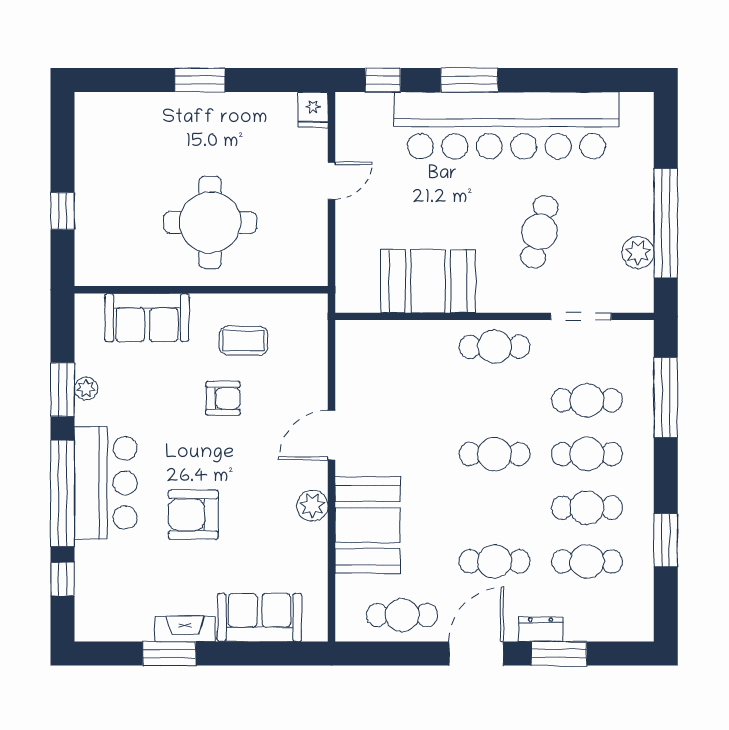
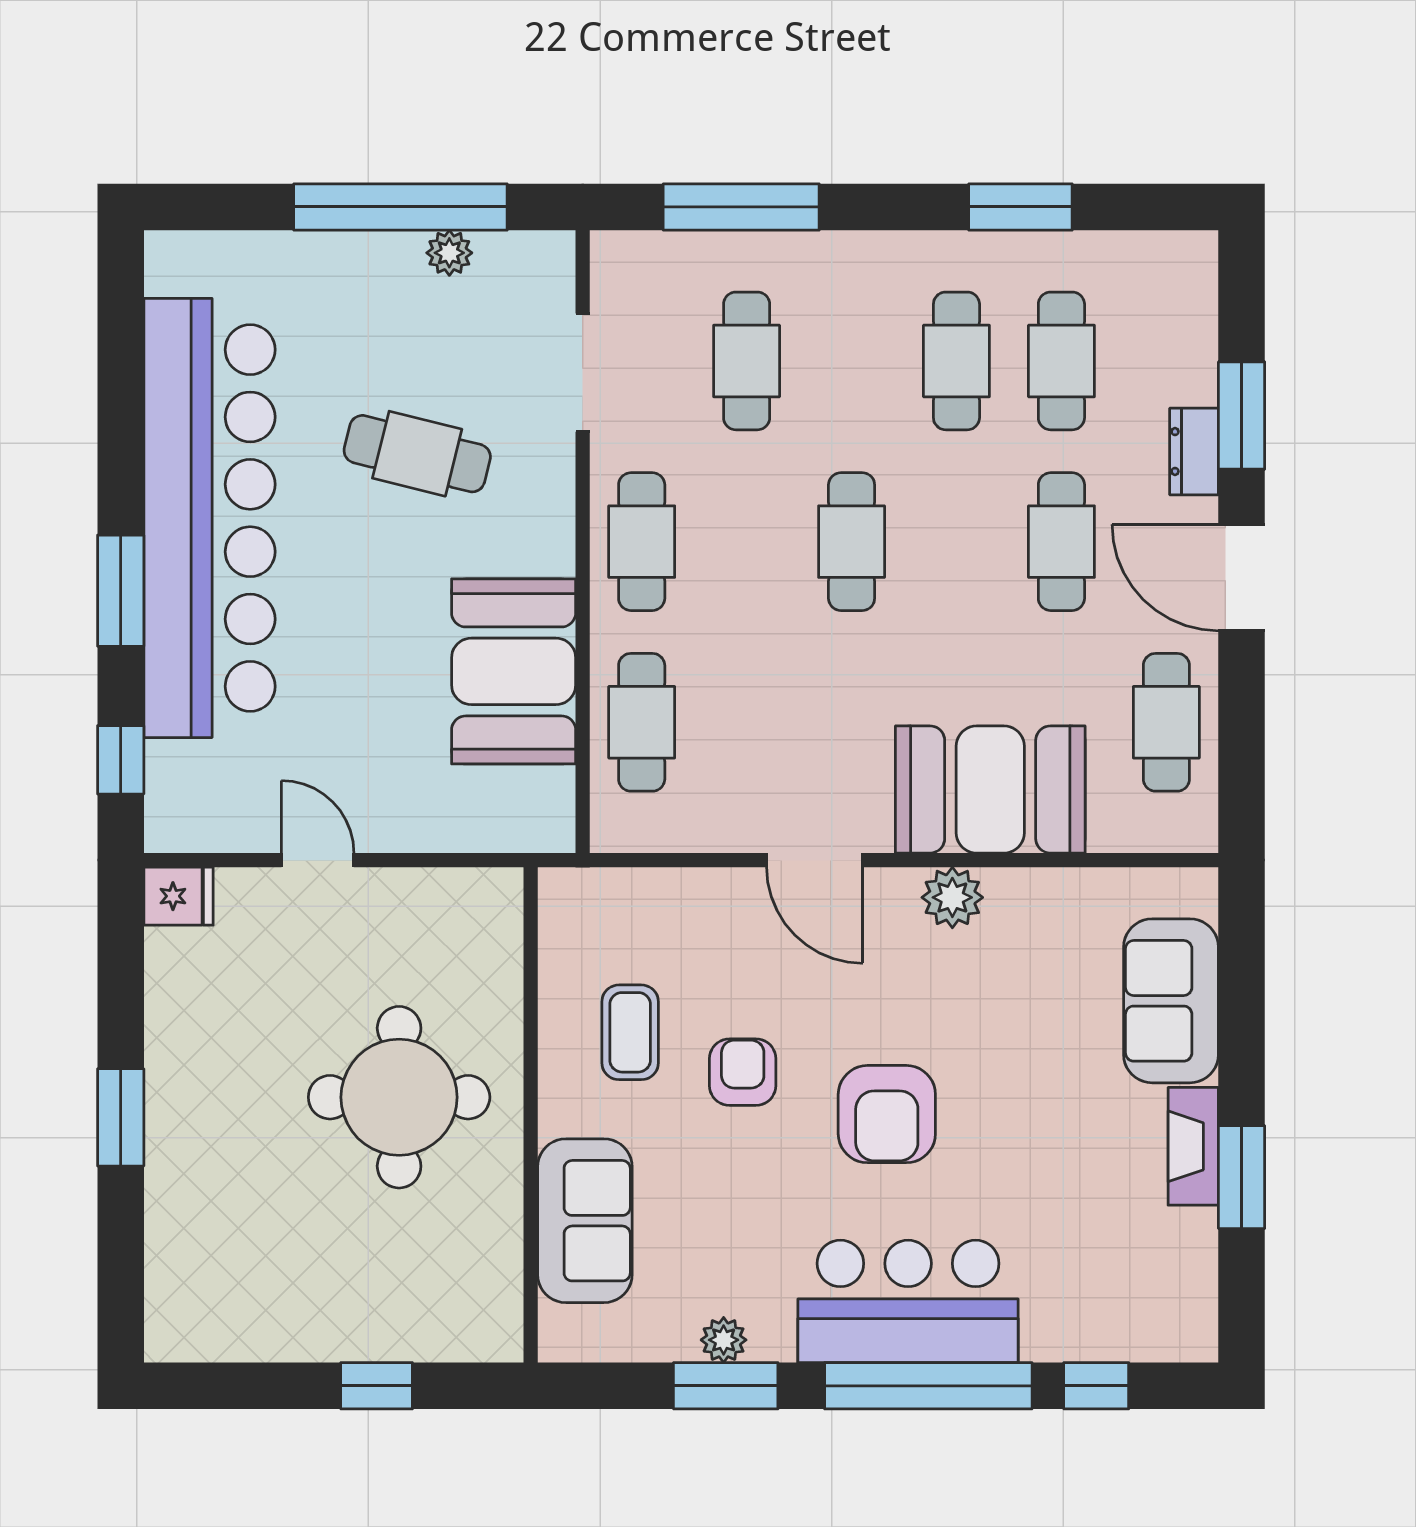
plant: (638, 253) -> (449, 253), width x0.73, depth x0.73
cafe table: (587, 454) -> (642, 722), moved
armchair: (193, 515) -> (887, 1114), moved

